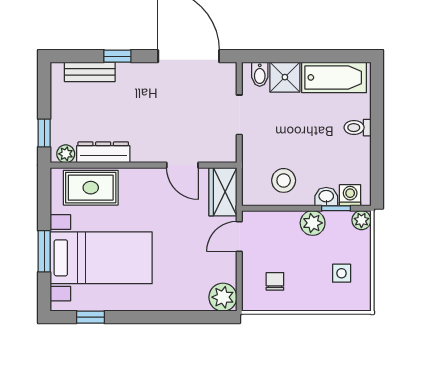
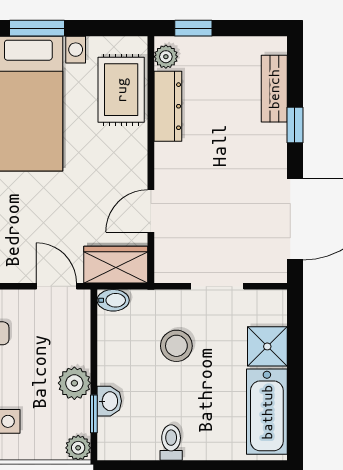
bidet: (260, 74) -> (113, 300), moved, turned 180
toilet: (358, 128) -> (171, 443), moved
stool: (284, 180) -> (176, 346), moved
washing machine: (350, 195) -> (111, 433), removed

